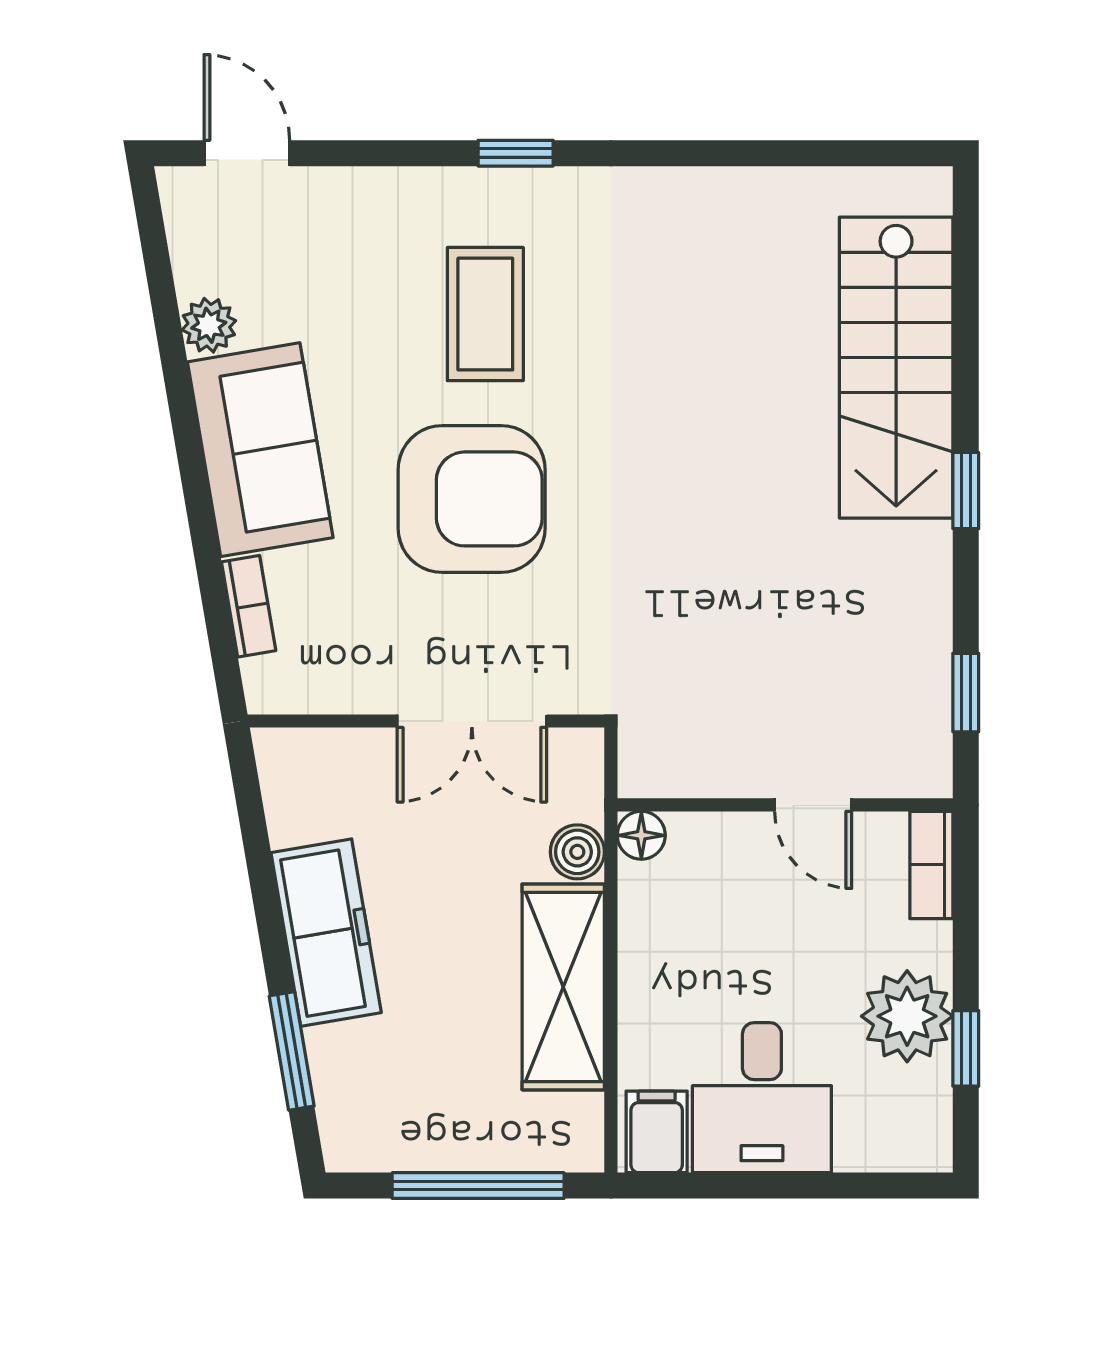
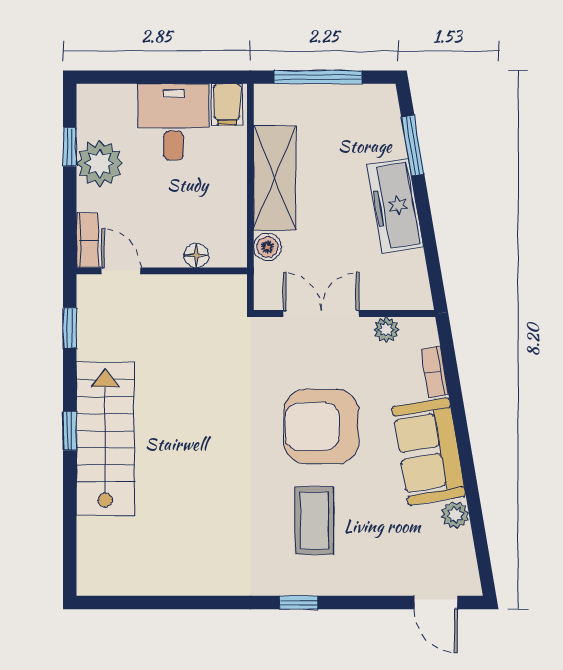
stairs: (896, 368) -> (105, 439), moved
plant: (344, 689) -> (386, 330), added
door: (813, 805) -> (121, 271), moved
floor lamp: (641, 835) -> (196, 255), moved

